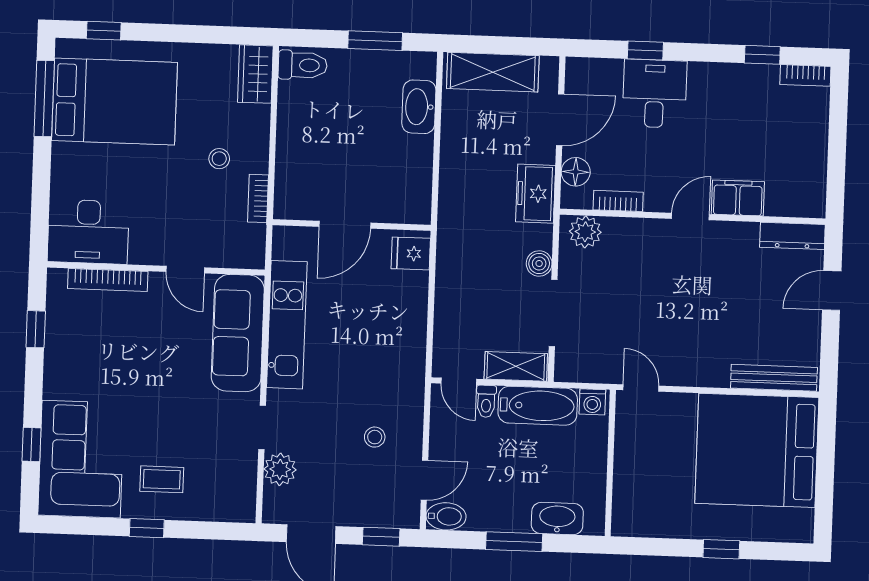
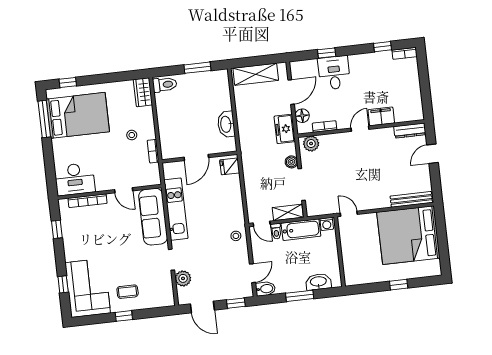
washbasin: (419, 107) -> (226, 124), moved
stool: (375, 437) -> (236, 236), moved

